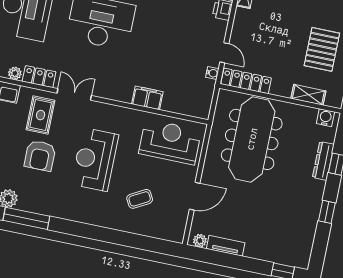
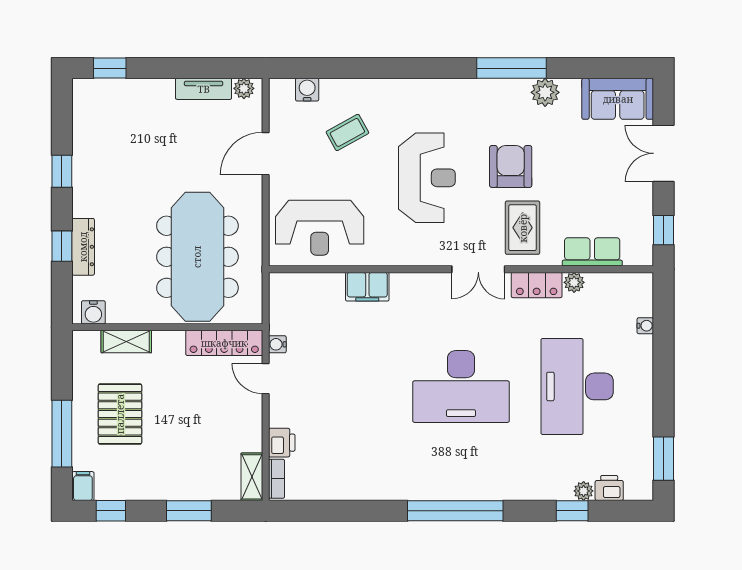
water cooler: (160, 232) -> (307, 90), added

